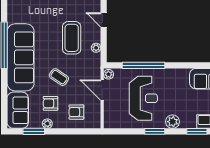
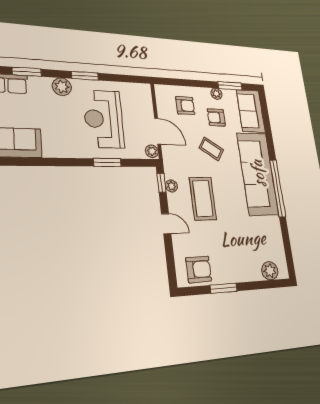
window: (104, 50) -> (161, 183), added
window: (144, 65) -> (107, 162), width x0.47
armchair: (50, 103) -> (216, 117), turned 180

